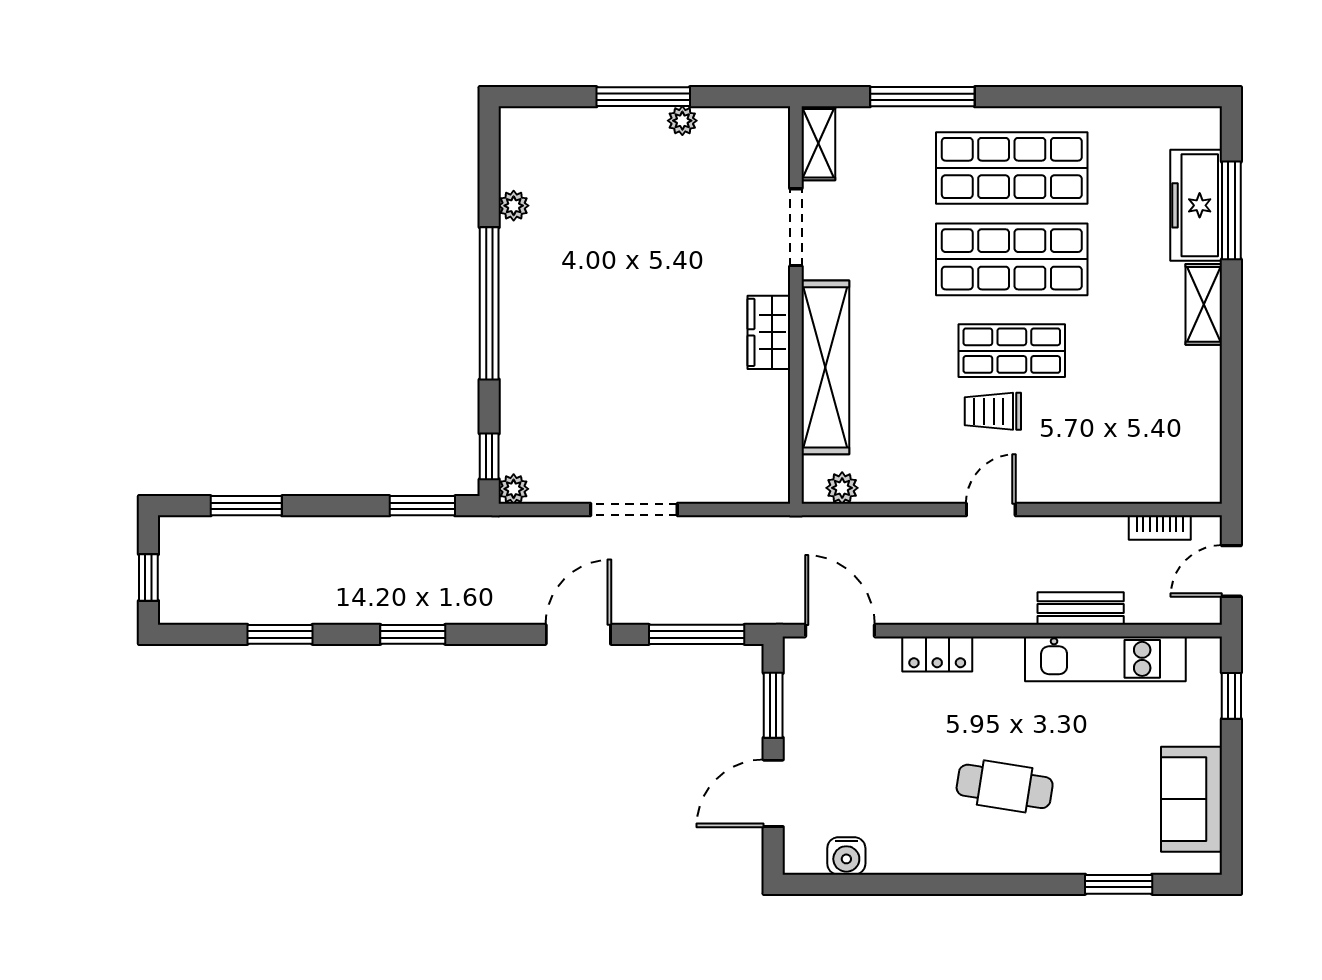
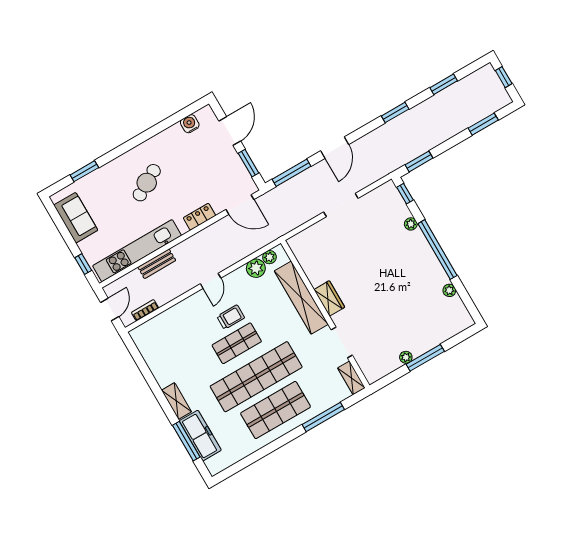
shop shelf: (1012, 259) -> (256, 377), width x1.40
plant: (883, 482) -> (256, 268), added
plant: (514, 489) -> (411, 224), moved
kitchen unit: (1105, 659) -> (137, 251), width x1.36
cafe table: (1005, 786) -> (147, 183), turned -39

